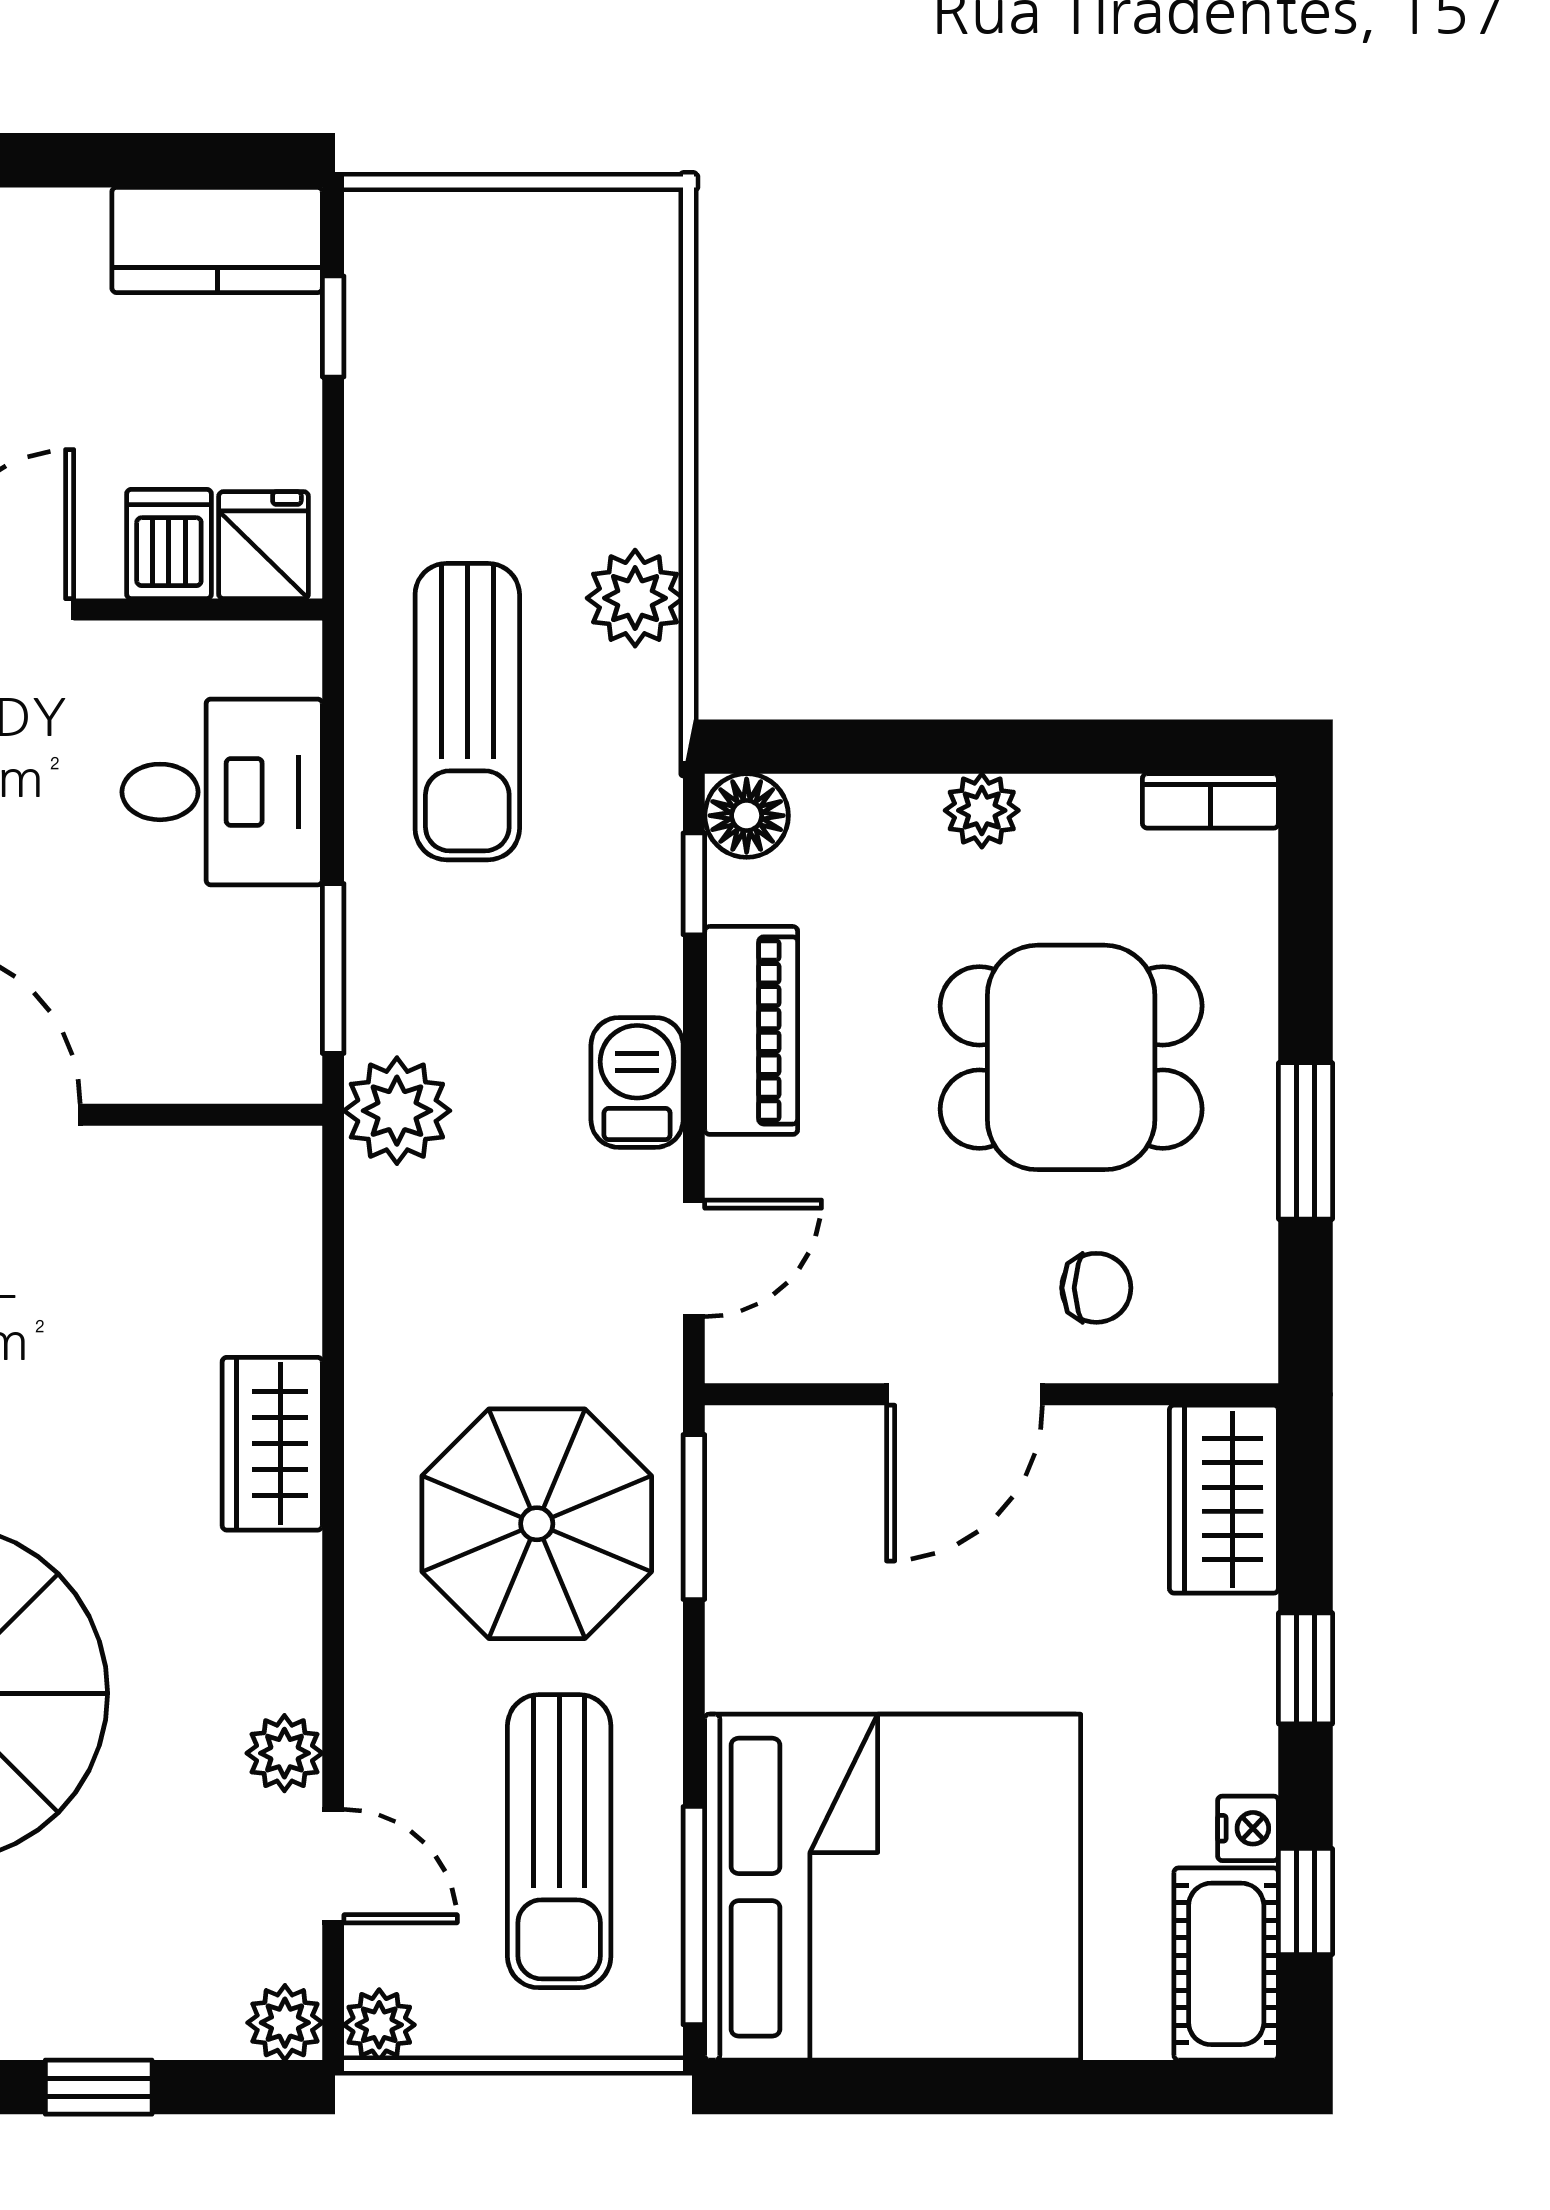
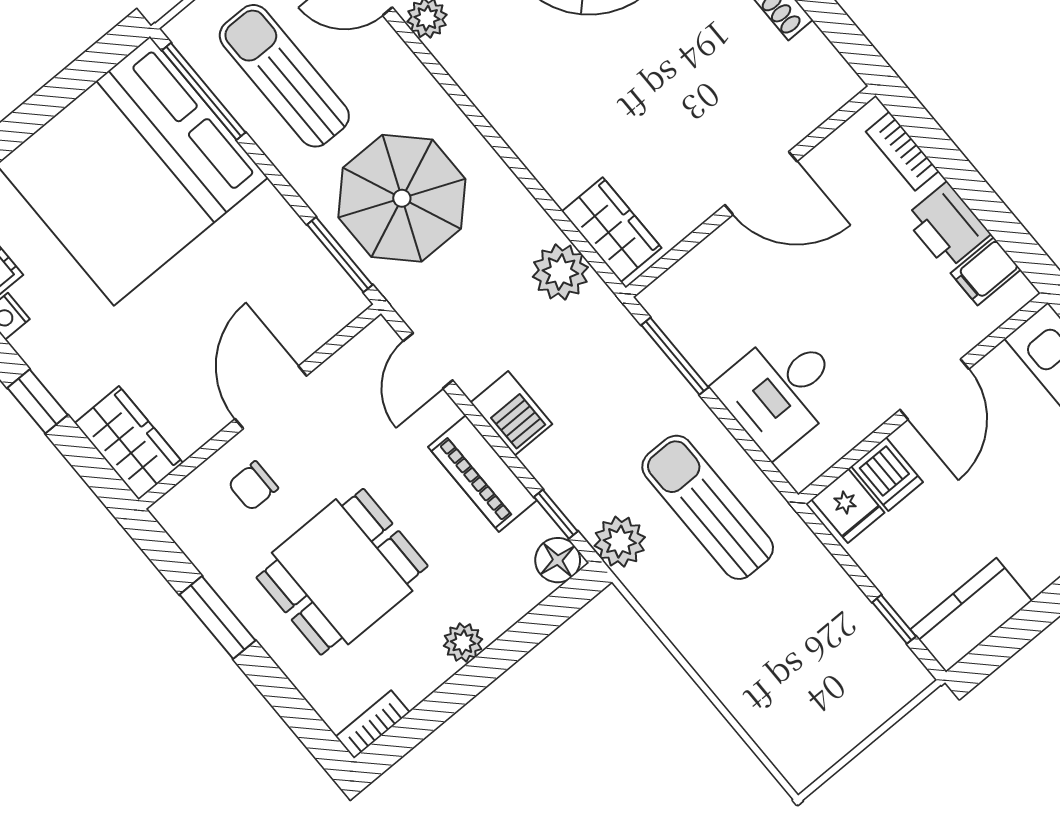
plant: (635, 598) -> (620, 542), moved
plant: (397, 1111) -> (560, 272), moved
wardrobe: (272, 1444) -> (612, 230), moved

